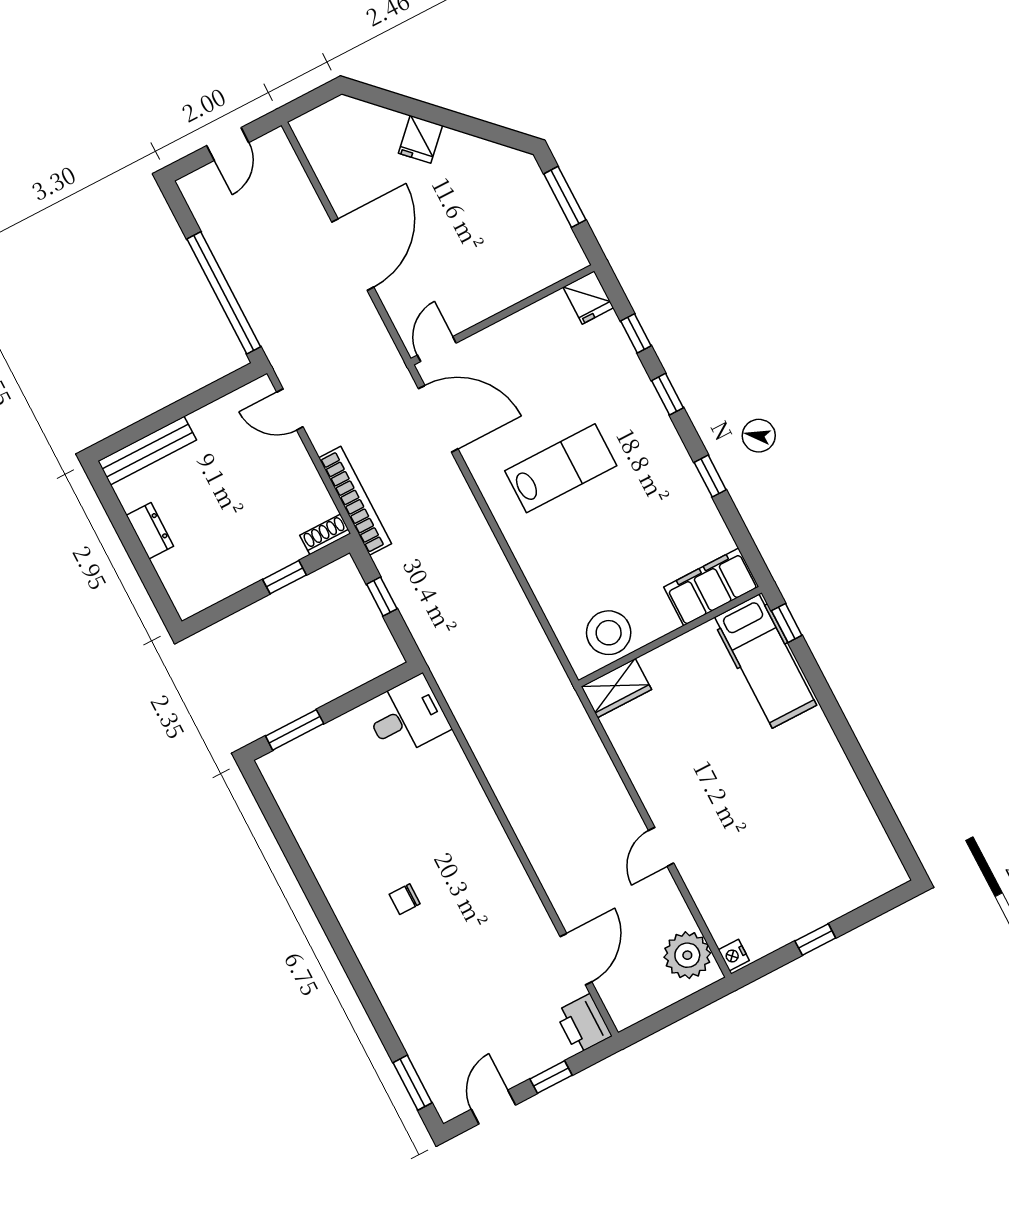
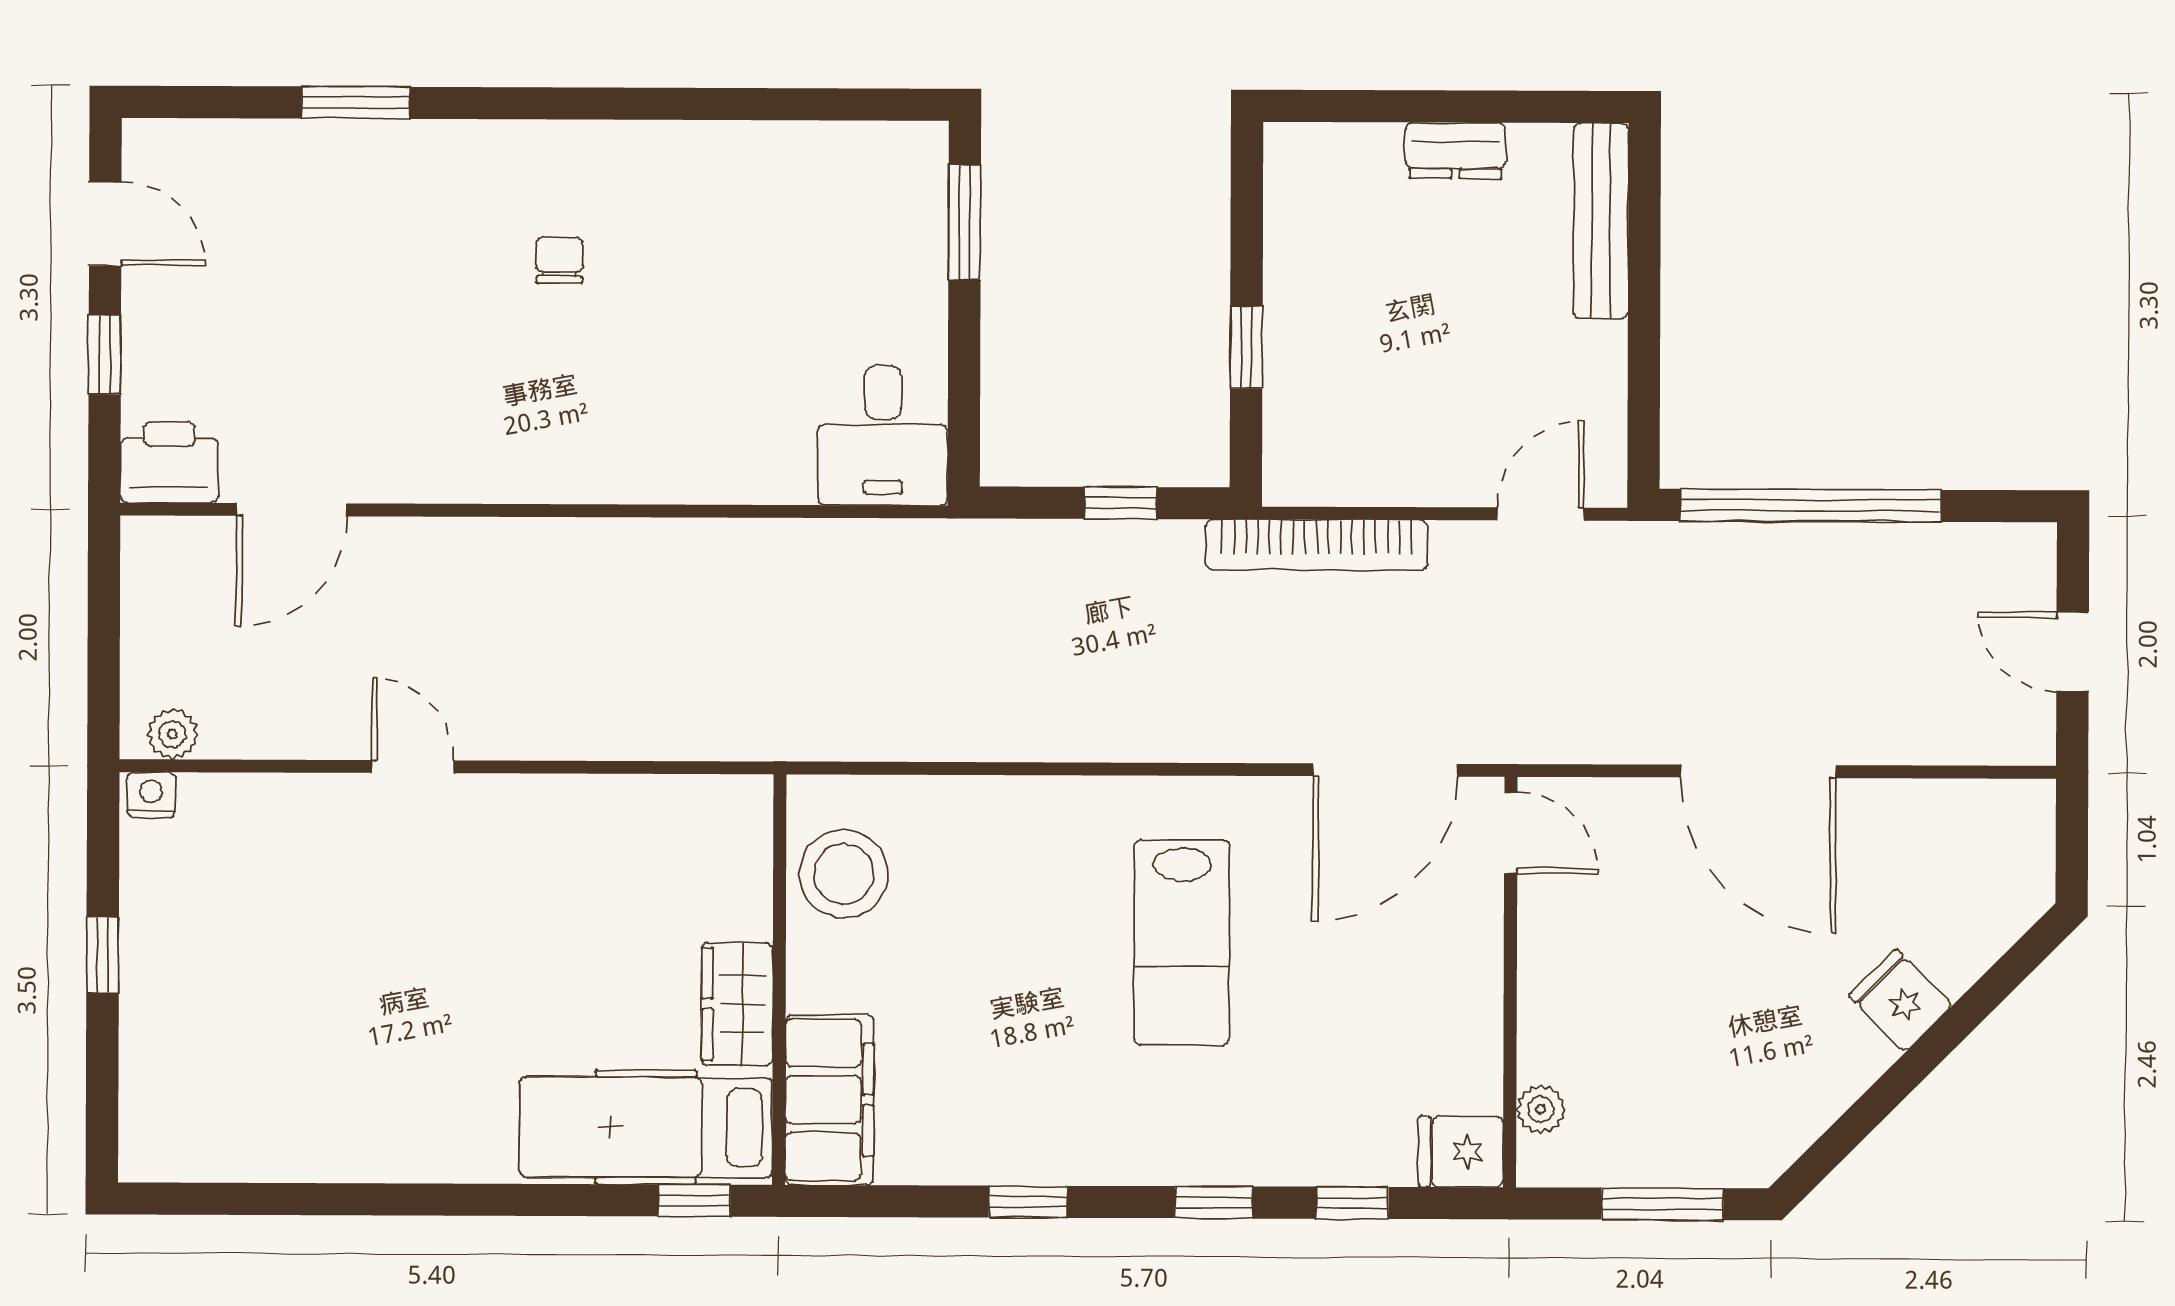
plant: (551, 272) -> (1541, 1109), added
shoe rack: (325, 534) -> (1285, 460), removed
wardrobe: (616, 688) -> (737, 1004), moved
plant: (687, 955) -> (172, 734), width x0.53, depth x0.53
door: (576, 959) -> (292, 510), hinge flipped
window: (412, 1083) -> (356, 103), moved

